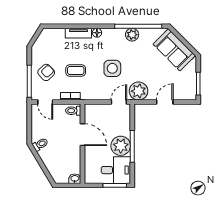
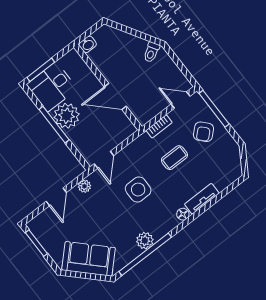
plant: (139, 91) -> (84, 186), width x0.53, depth x0.53
toilet: (73, 111) -> (144, 114), removed

